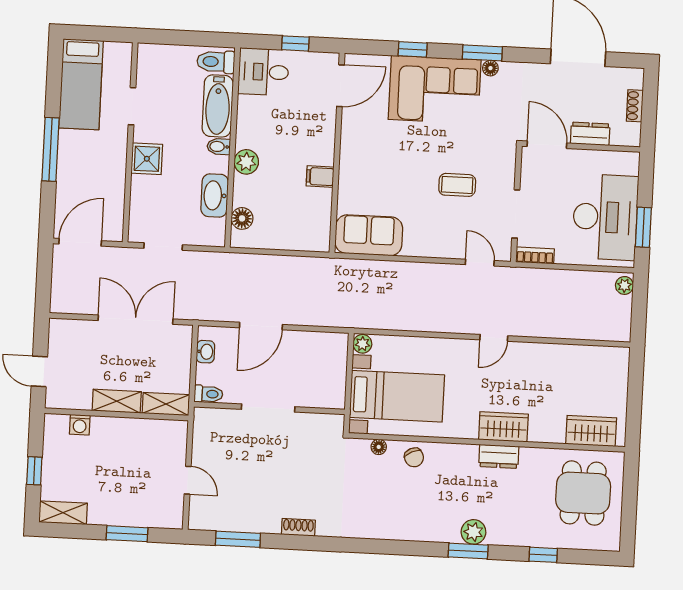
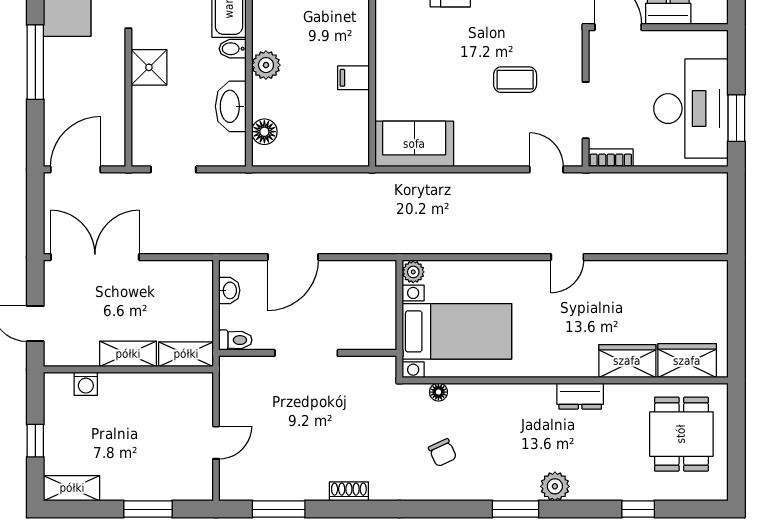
plant: (624, 285) -> (718, 188), removed
double door: (135, 320) -> (95, 257), moved
wardrobe: (503, 427) -> (627, 361), moved
chair: (414, 457) -> (442, 453), moved
door: (188, 480) -> (216, 443), hinge flipped
window: (468, 551) -> (516, 509), moved

